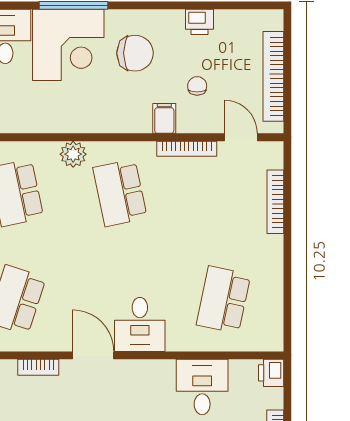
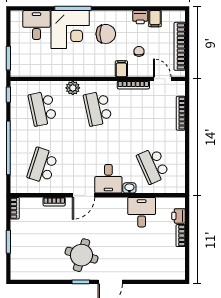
filing cabinet: (227, 25) -> (155, 19), added
school desk: (223, 300) -> (153, 166), turned -36
washbasin: (179, 342) -> (129, 188), added
door: (93, 355) -> (83, 195), swing flipped
printer: (271, 373) -> (178, 216), moved

